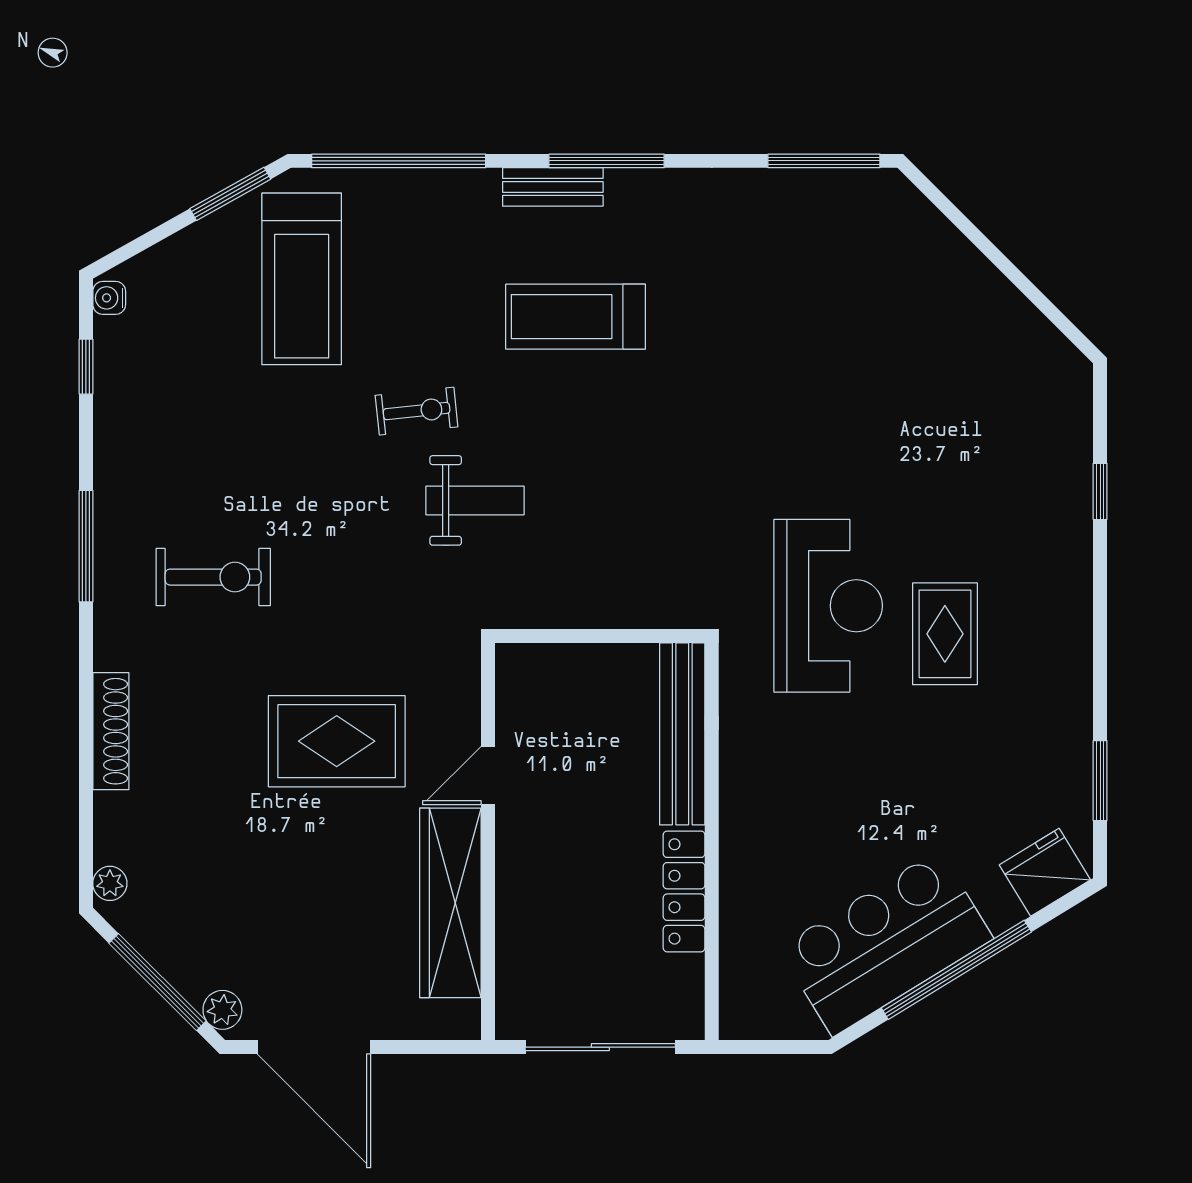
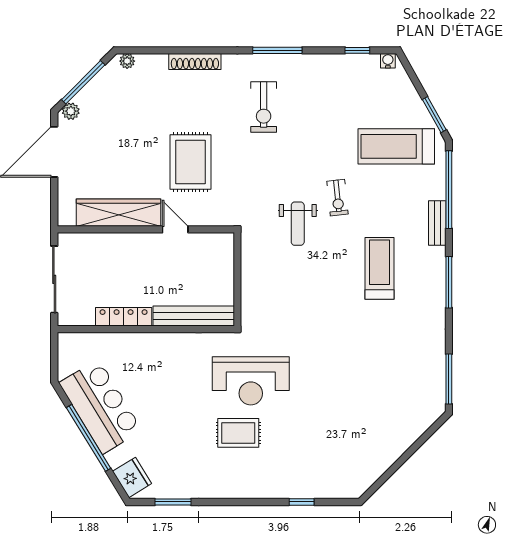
bench: (553, 187) -> (437, 223), moved

